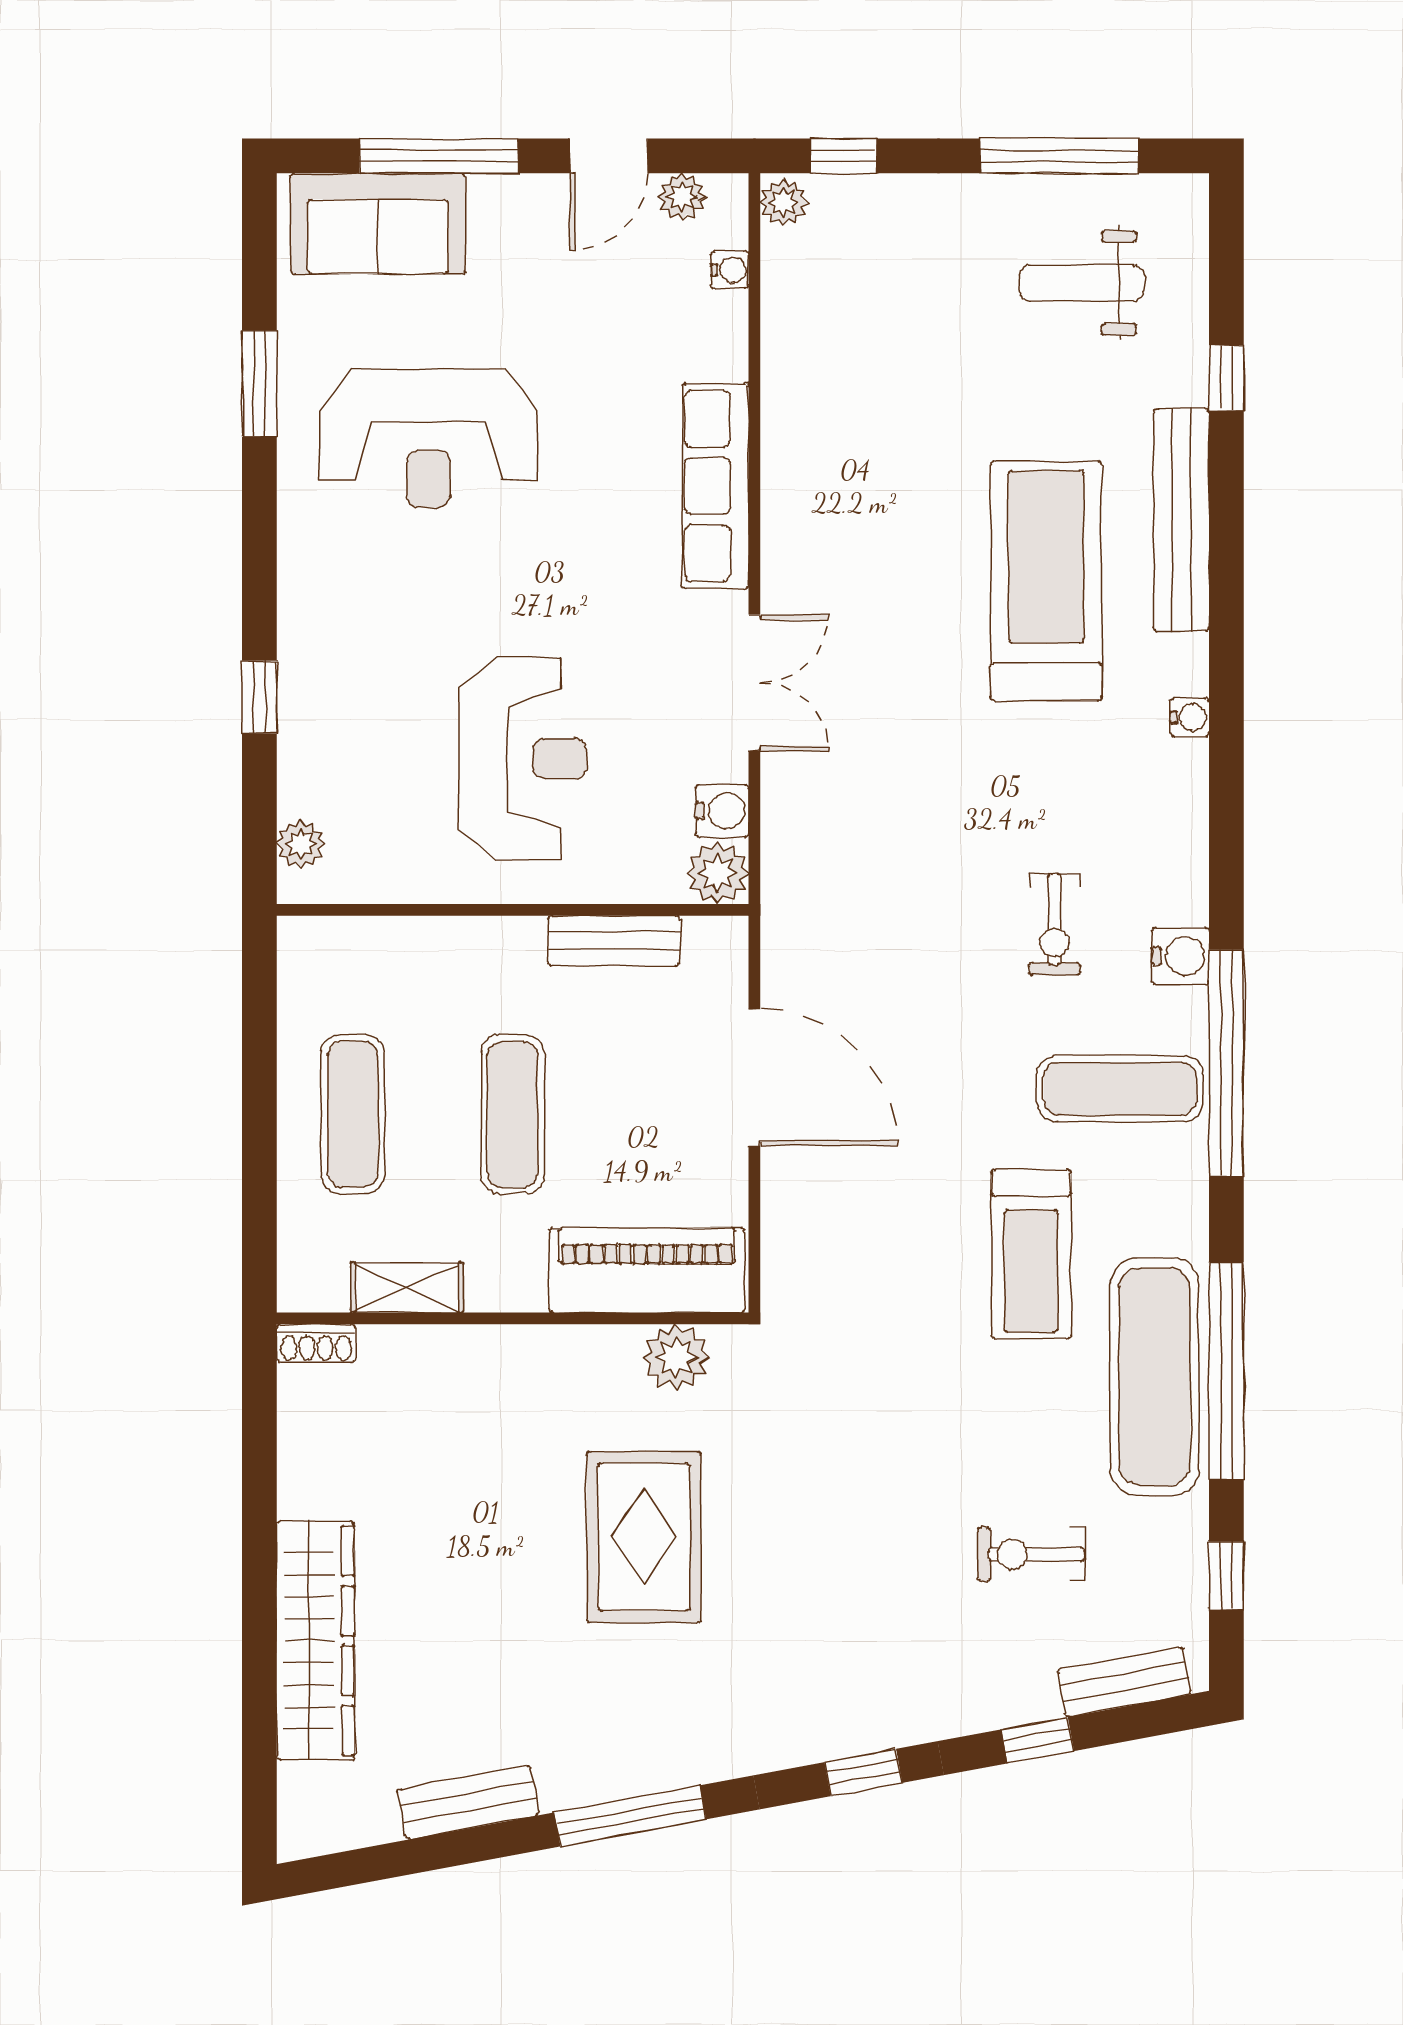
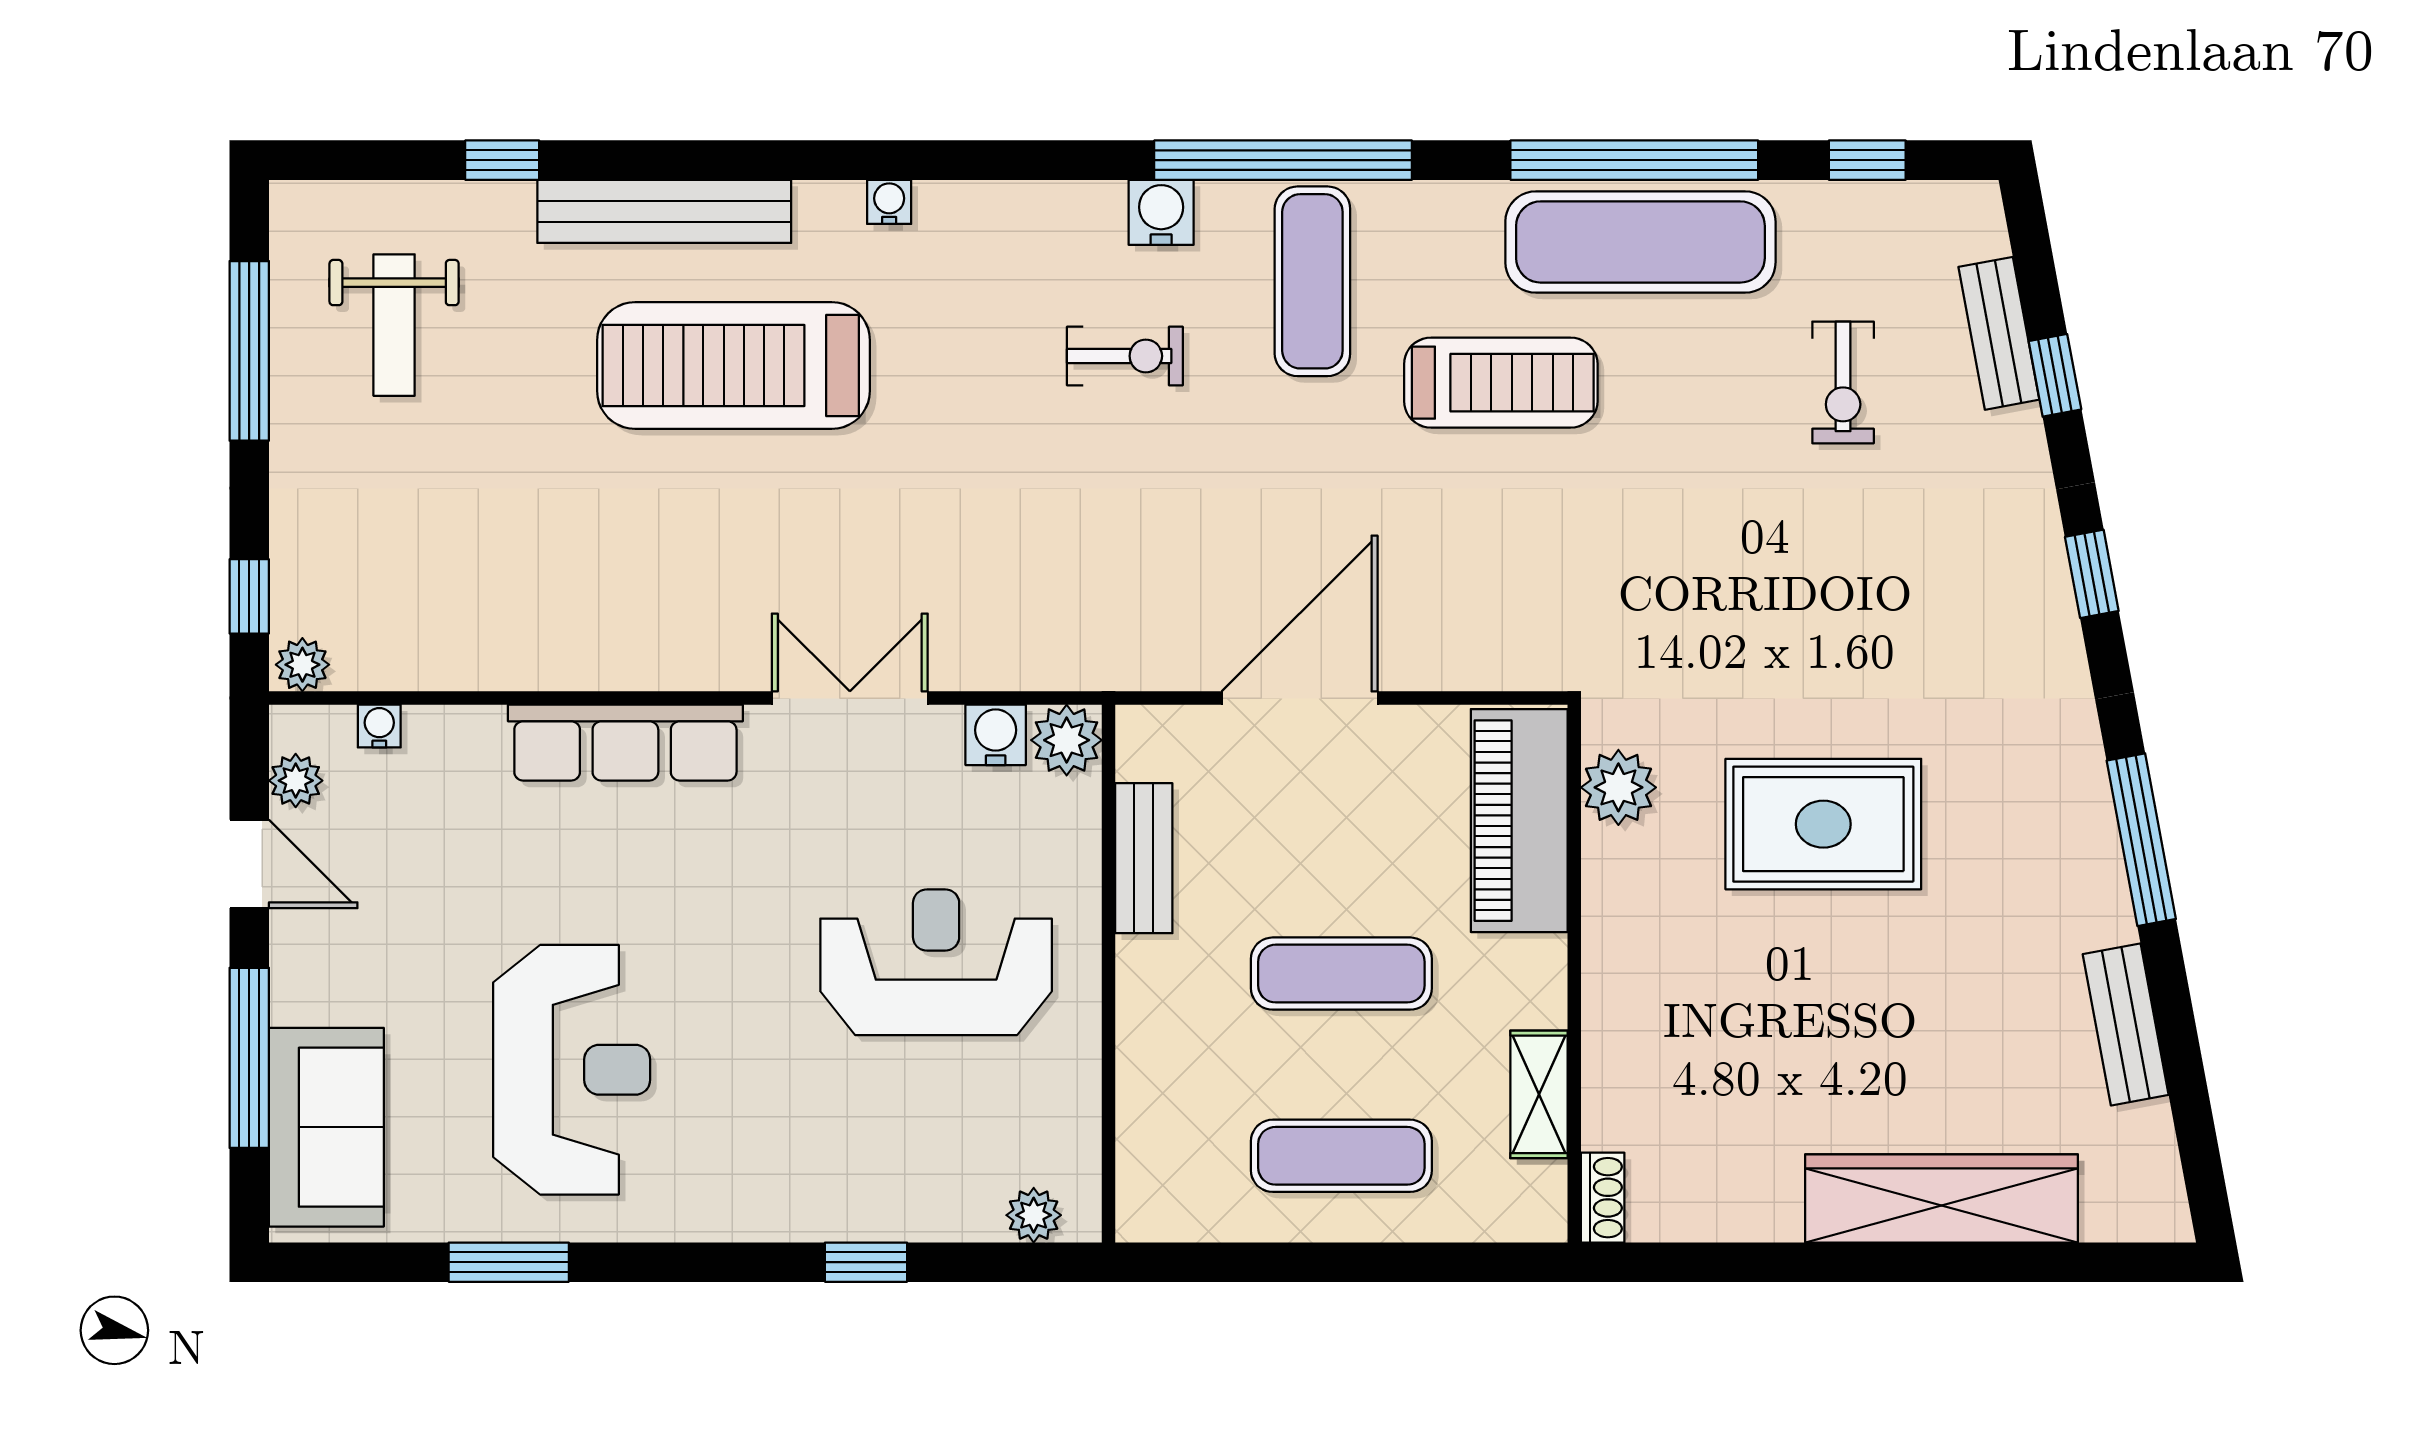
bench: (1124, 1682) -> (1999, 333), moved

